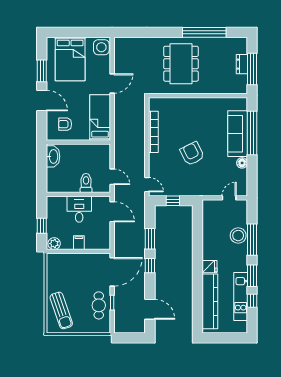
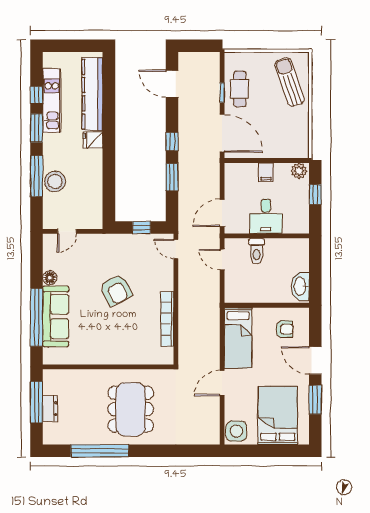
door: (112, 212) -> (222, 213), hinge flipped
door: (112, 272) -> (222, 133), swing flipped

